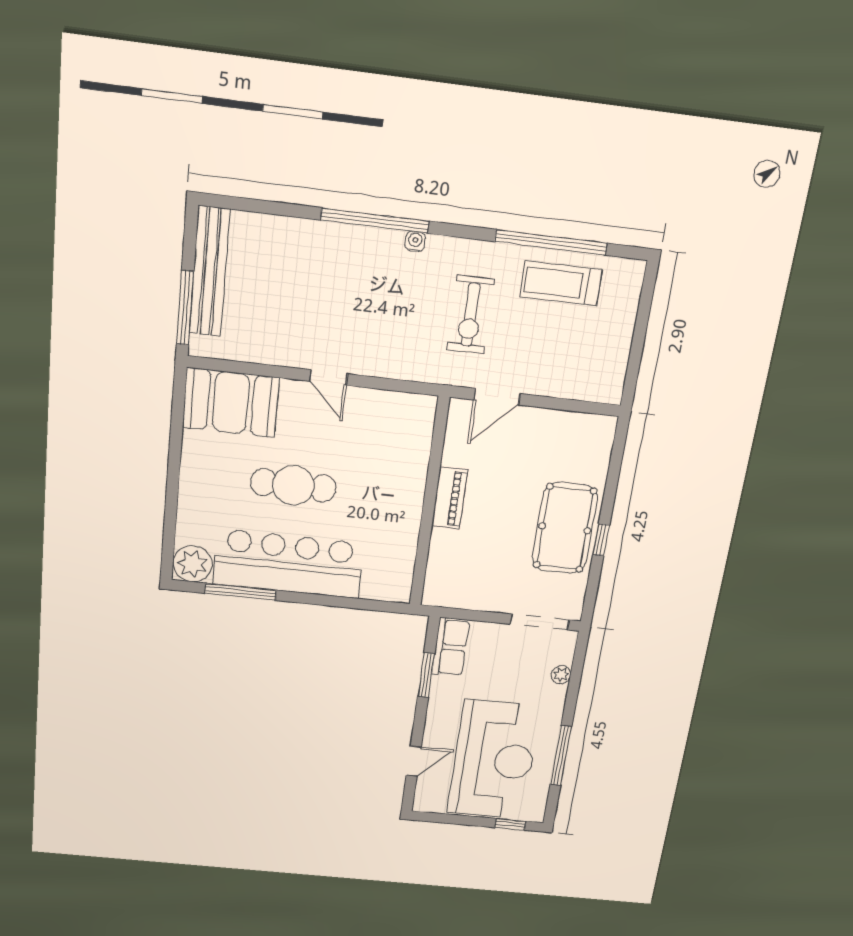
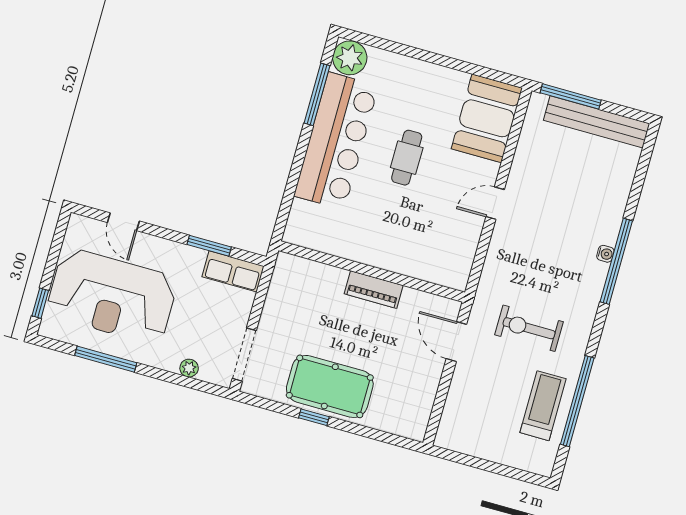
water cooler: (415, 241) -> (605, 254), moved
cafe table: (293, 485) -> (407, 158), width x0.73, depth x0.74

